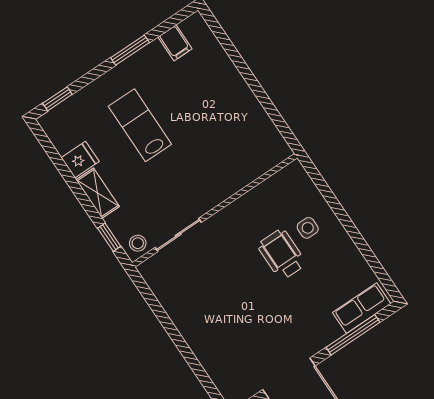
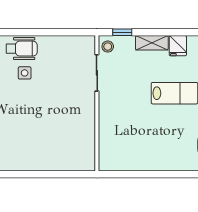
side table: (308, 228) -> (25, 73), moved
wheelchair: (282, 254) -> (22, 49), moved

